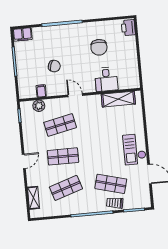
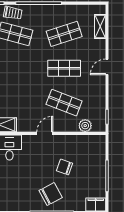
chair: (99, 47) -> (51, 194), moved, turned 62
filing cabinet: (41, 91) -> (81, 141), removed
door: (75, 95) -> (45, 133), swing flipped
shop shelf: (60, 125) -> (64, 103), turned 33

